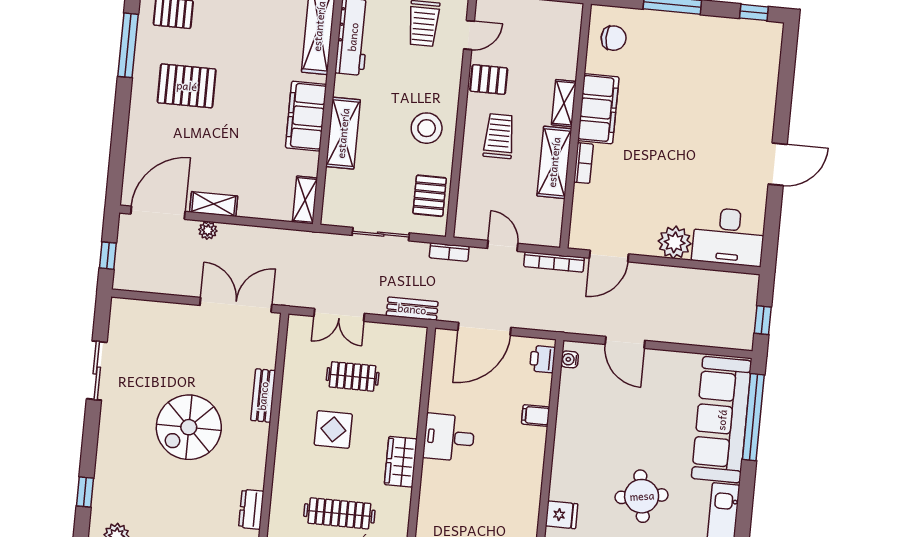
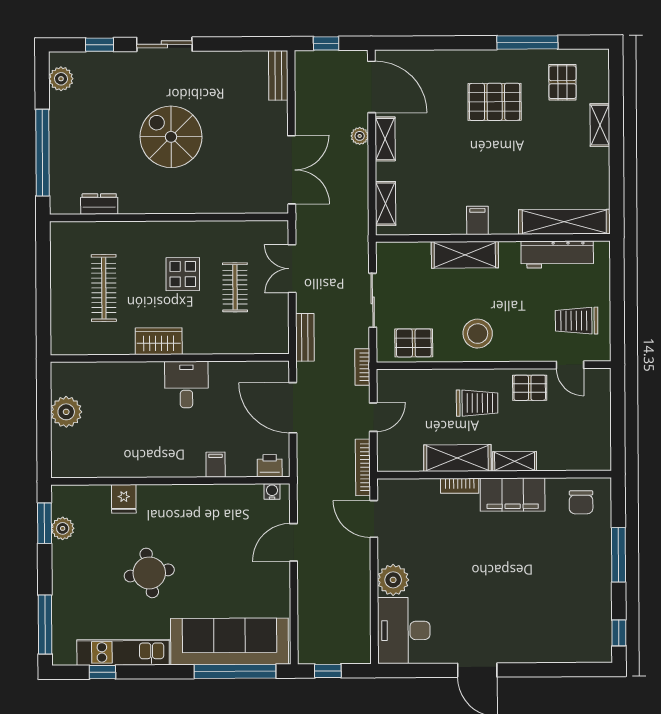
pallet: (489, 80) -> (530, 388), turned 90
pallet: (187, 86) -> (495, 102), turned 90
filing cabinet: (306, 116) -> (477, 220), width x0.33, depth x0.86
shelving: (305, 200) -> (385, 204), moved, turned 90
sliding door: (97, 371) -> (164, 44), moved
bench: (263, 396) -> (278, 75), moved, turned 90

